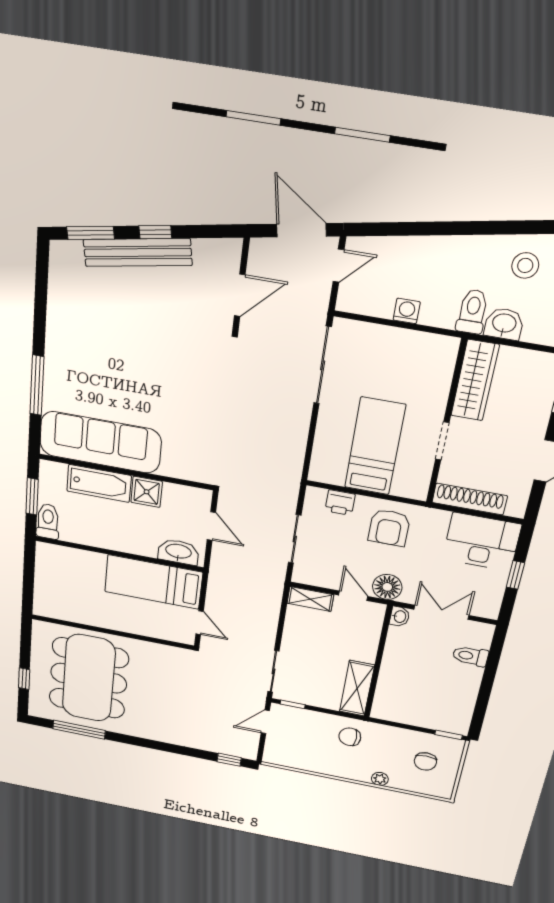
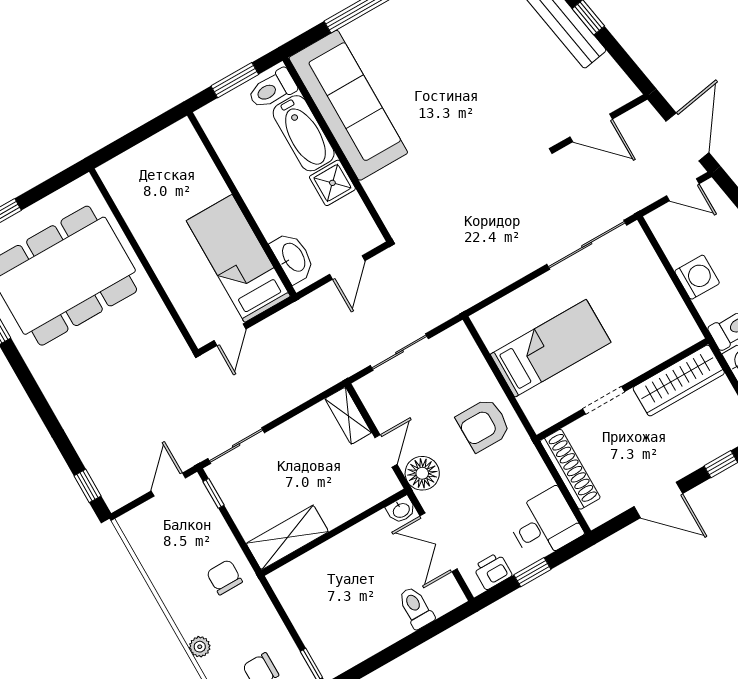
washing machine: (407, 311) -> (697, 277), width x1.38, depth x1.38
printer: (340, 503) -> (493, 571), moved, turned 90
toilet: (48, 521) -> (272, 89), moved, turned 180
desk: (482, 542) -> (544, 524), width x0.73
double door: (441, 612) -> (438, 542), swing flipped
door: (265, 722) -> (168, 484), hinge flipped

